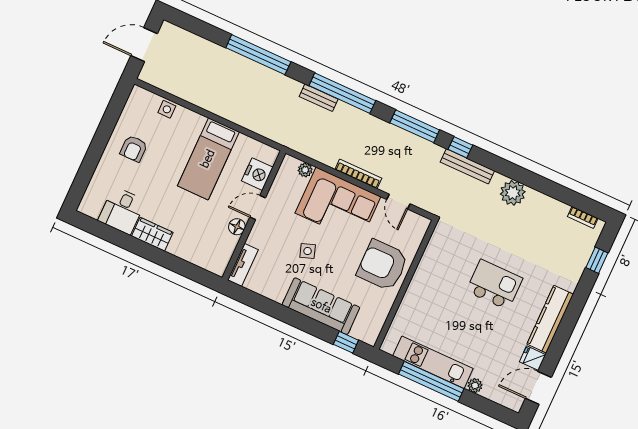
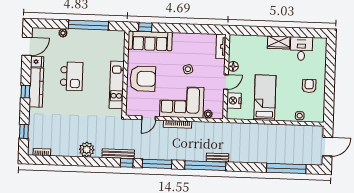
window: (258, 55) -> (286, 168), moved
door: (398, 202) -> (149, 118), swing flipped
kitchen island: (494, 285) -> (72, 76), moved, turned -90
sofa: (321, 306) -> (150, 41), moved
window: (569, 320) -> (25, 92), added
kitchen unit: (433, 362) -> (117, 85), moved, turned 90

